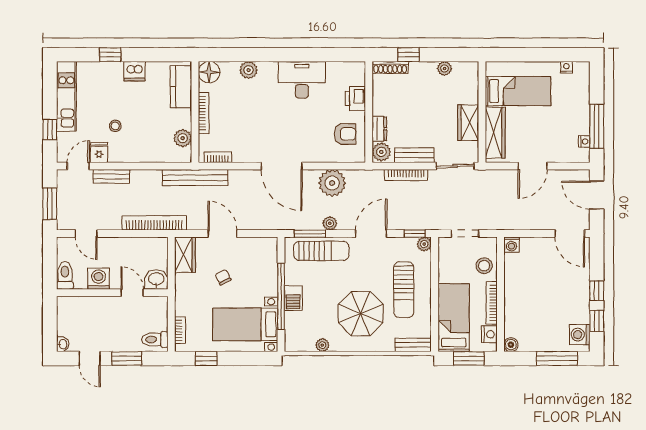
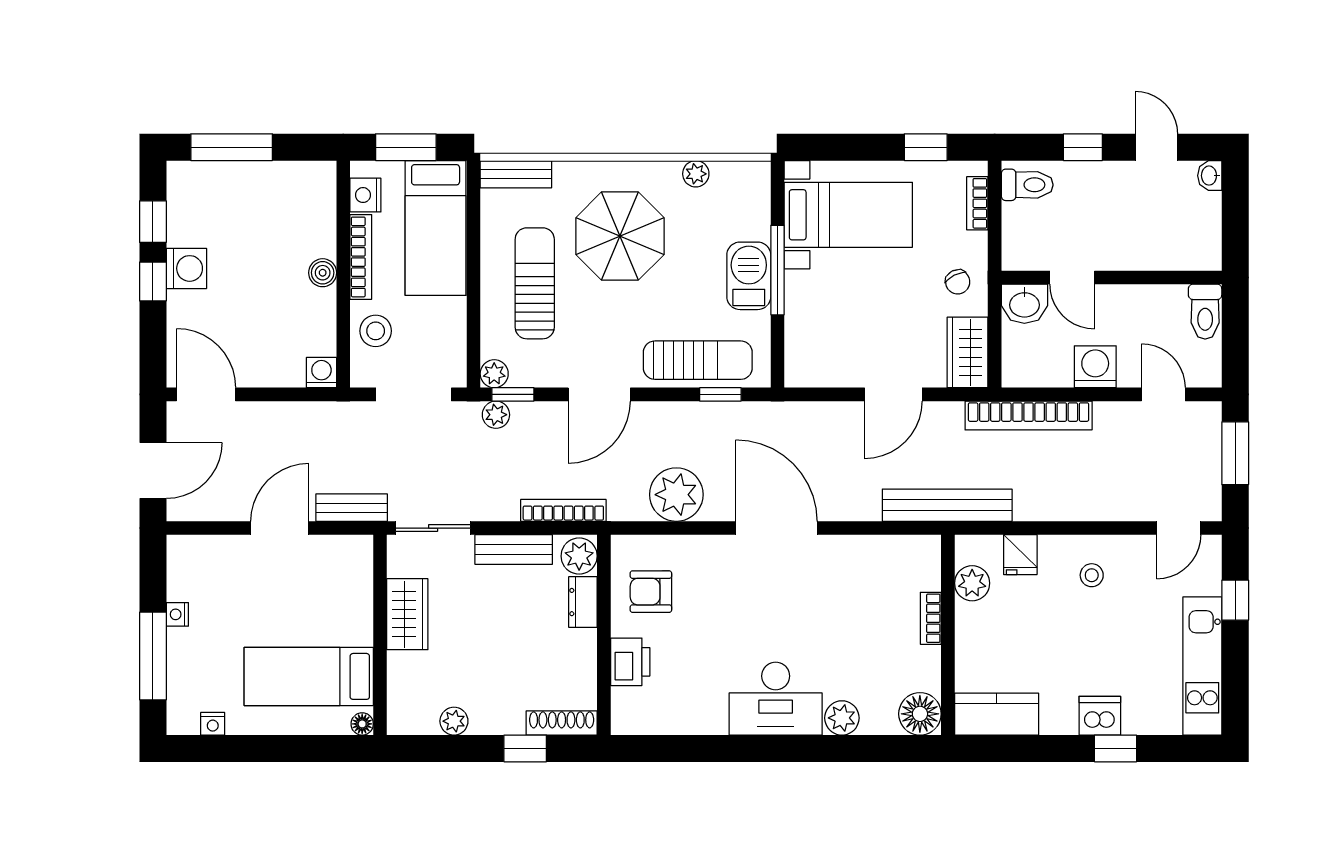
floor lamp: (491, 67) -> (362, 724), added
dishwasher: (134, 71) -> (1100, 716), moved
desk: (302, 80) -> (776, 699), moved
kitchen counter: (181, 87) -> (997, 714), moved, turned -90
bookcase: (204, 113) -> (931, 618), width x0.64
stool: (115, 126) -> (1092, 575), moved
window: (597, 126) -> (153, 656), moved
wardrobe: (495, 133) -> (354, 594), removed
nightstand: (584, 141) -> (177, 614), moved
fridge: (99, 153) -> (1020, 555), moved
bookcase: (218, 157) -> (902, 545), removed
bookcase: (406, 175) -> (563, 510), moved
bench: (111, 176) -> (352, 508), moved
door: (597, 195) -> (153, 471), hinge flipped
plant: (330, 223) -> (496, 415), moved
door: (222, 234) -> (893, 394), hinge flipped
window: (310, 234) -> (720, 394), width x0.67
doorway: (465, 234) -> (414, 394), width x1.38
sun lounger: (321, 251) -> (698, 360), turned 180
chair: (223, 277) -> (958, 282), moved
washing machine: (99, 279) -> (1095, 367), moved, turned 180
window: (281, 296) -> (778, 270), width x0.68
barbecue: (293, 298) -> (749, 276), width x1.38, depth x1.27
washing machine: (580, 335) -> (186, 268), moved
boiler: (511, 345) -> (323, 273), moved
window: (127, 359) -> (1083, 147), width x0.67

